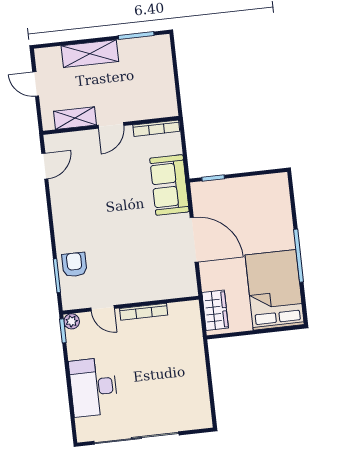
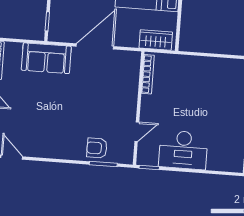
bookcase: (144, 312) -> (148, 74), moved
plant: (72, 321) -> (143, 159), removed
desk: (94, 387) -> (183, 150), moved

